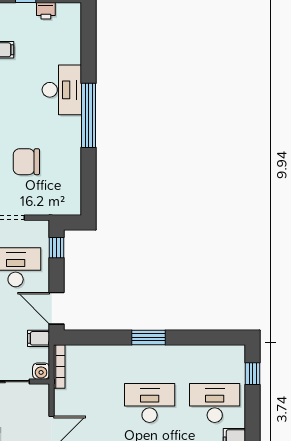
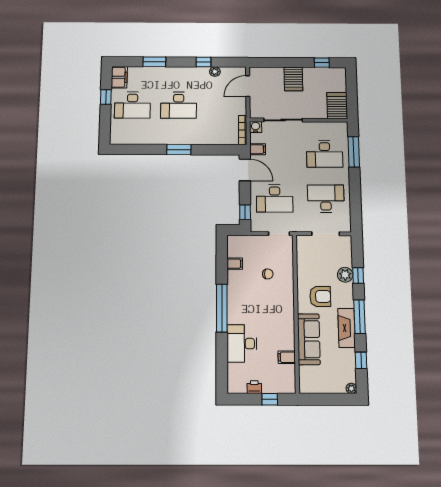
desk: (62, 90) -> (242, 344), moved
chair: (26, 162) -> (268, 274), width x0.54, depth x0.54
filing cabinet: (71, 176) -> (235, 264), added
window: (253, 374) -> (106, 97), moved

